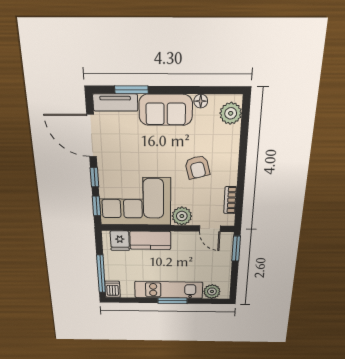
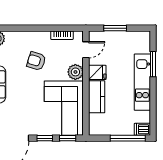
armchair: (197, 167) -> (36, 61), turned -148
fridge: (120, 241) -> (97, 72), moved
window: (236, 249) -> (115, 28), moved
plant: (212, 291) -> (143, 46), removed
window: (173, 301) -> (153, 64), moved

